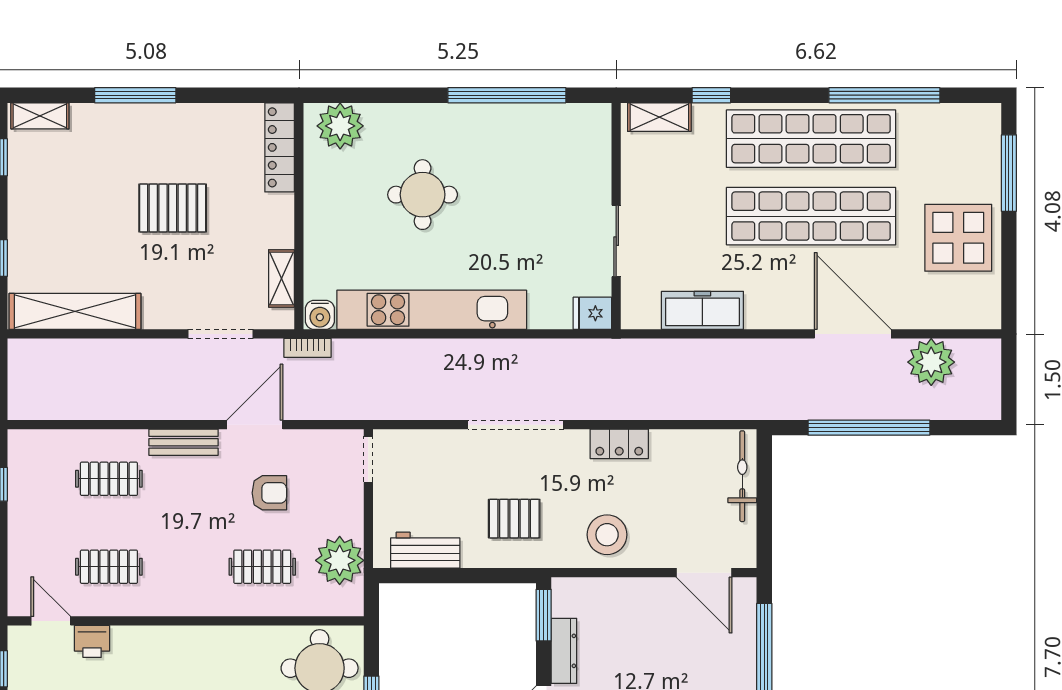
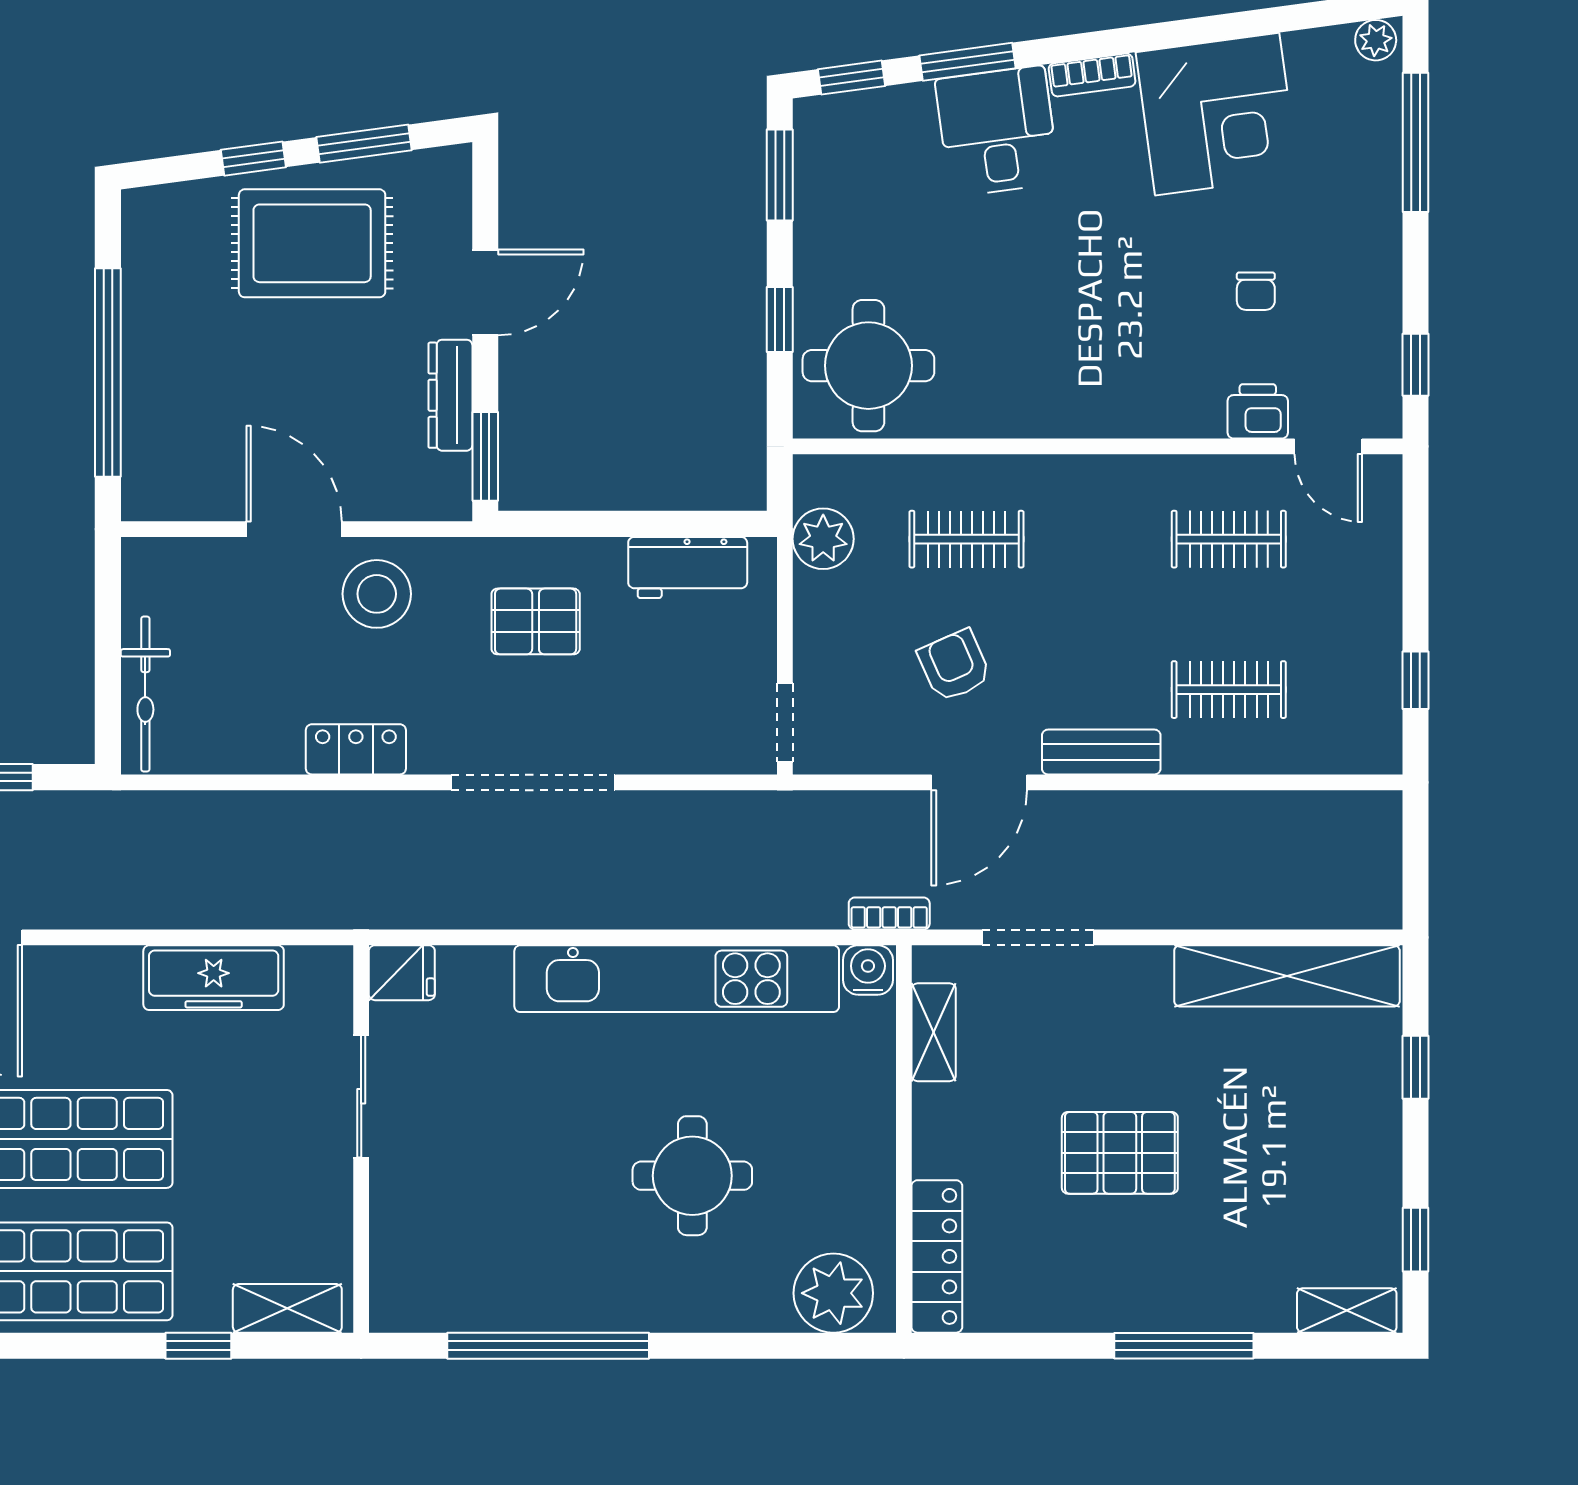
armchair: (269, 493) -> (954, 666), turned 66
plant: (340, 560) -> (823, 539), width x0.73, depth x0.73
door: (704, 573) -> (294, 529), moved

